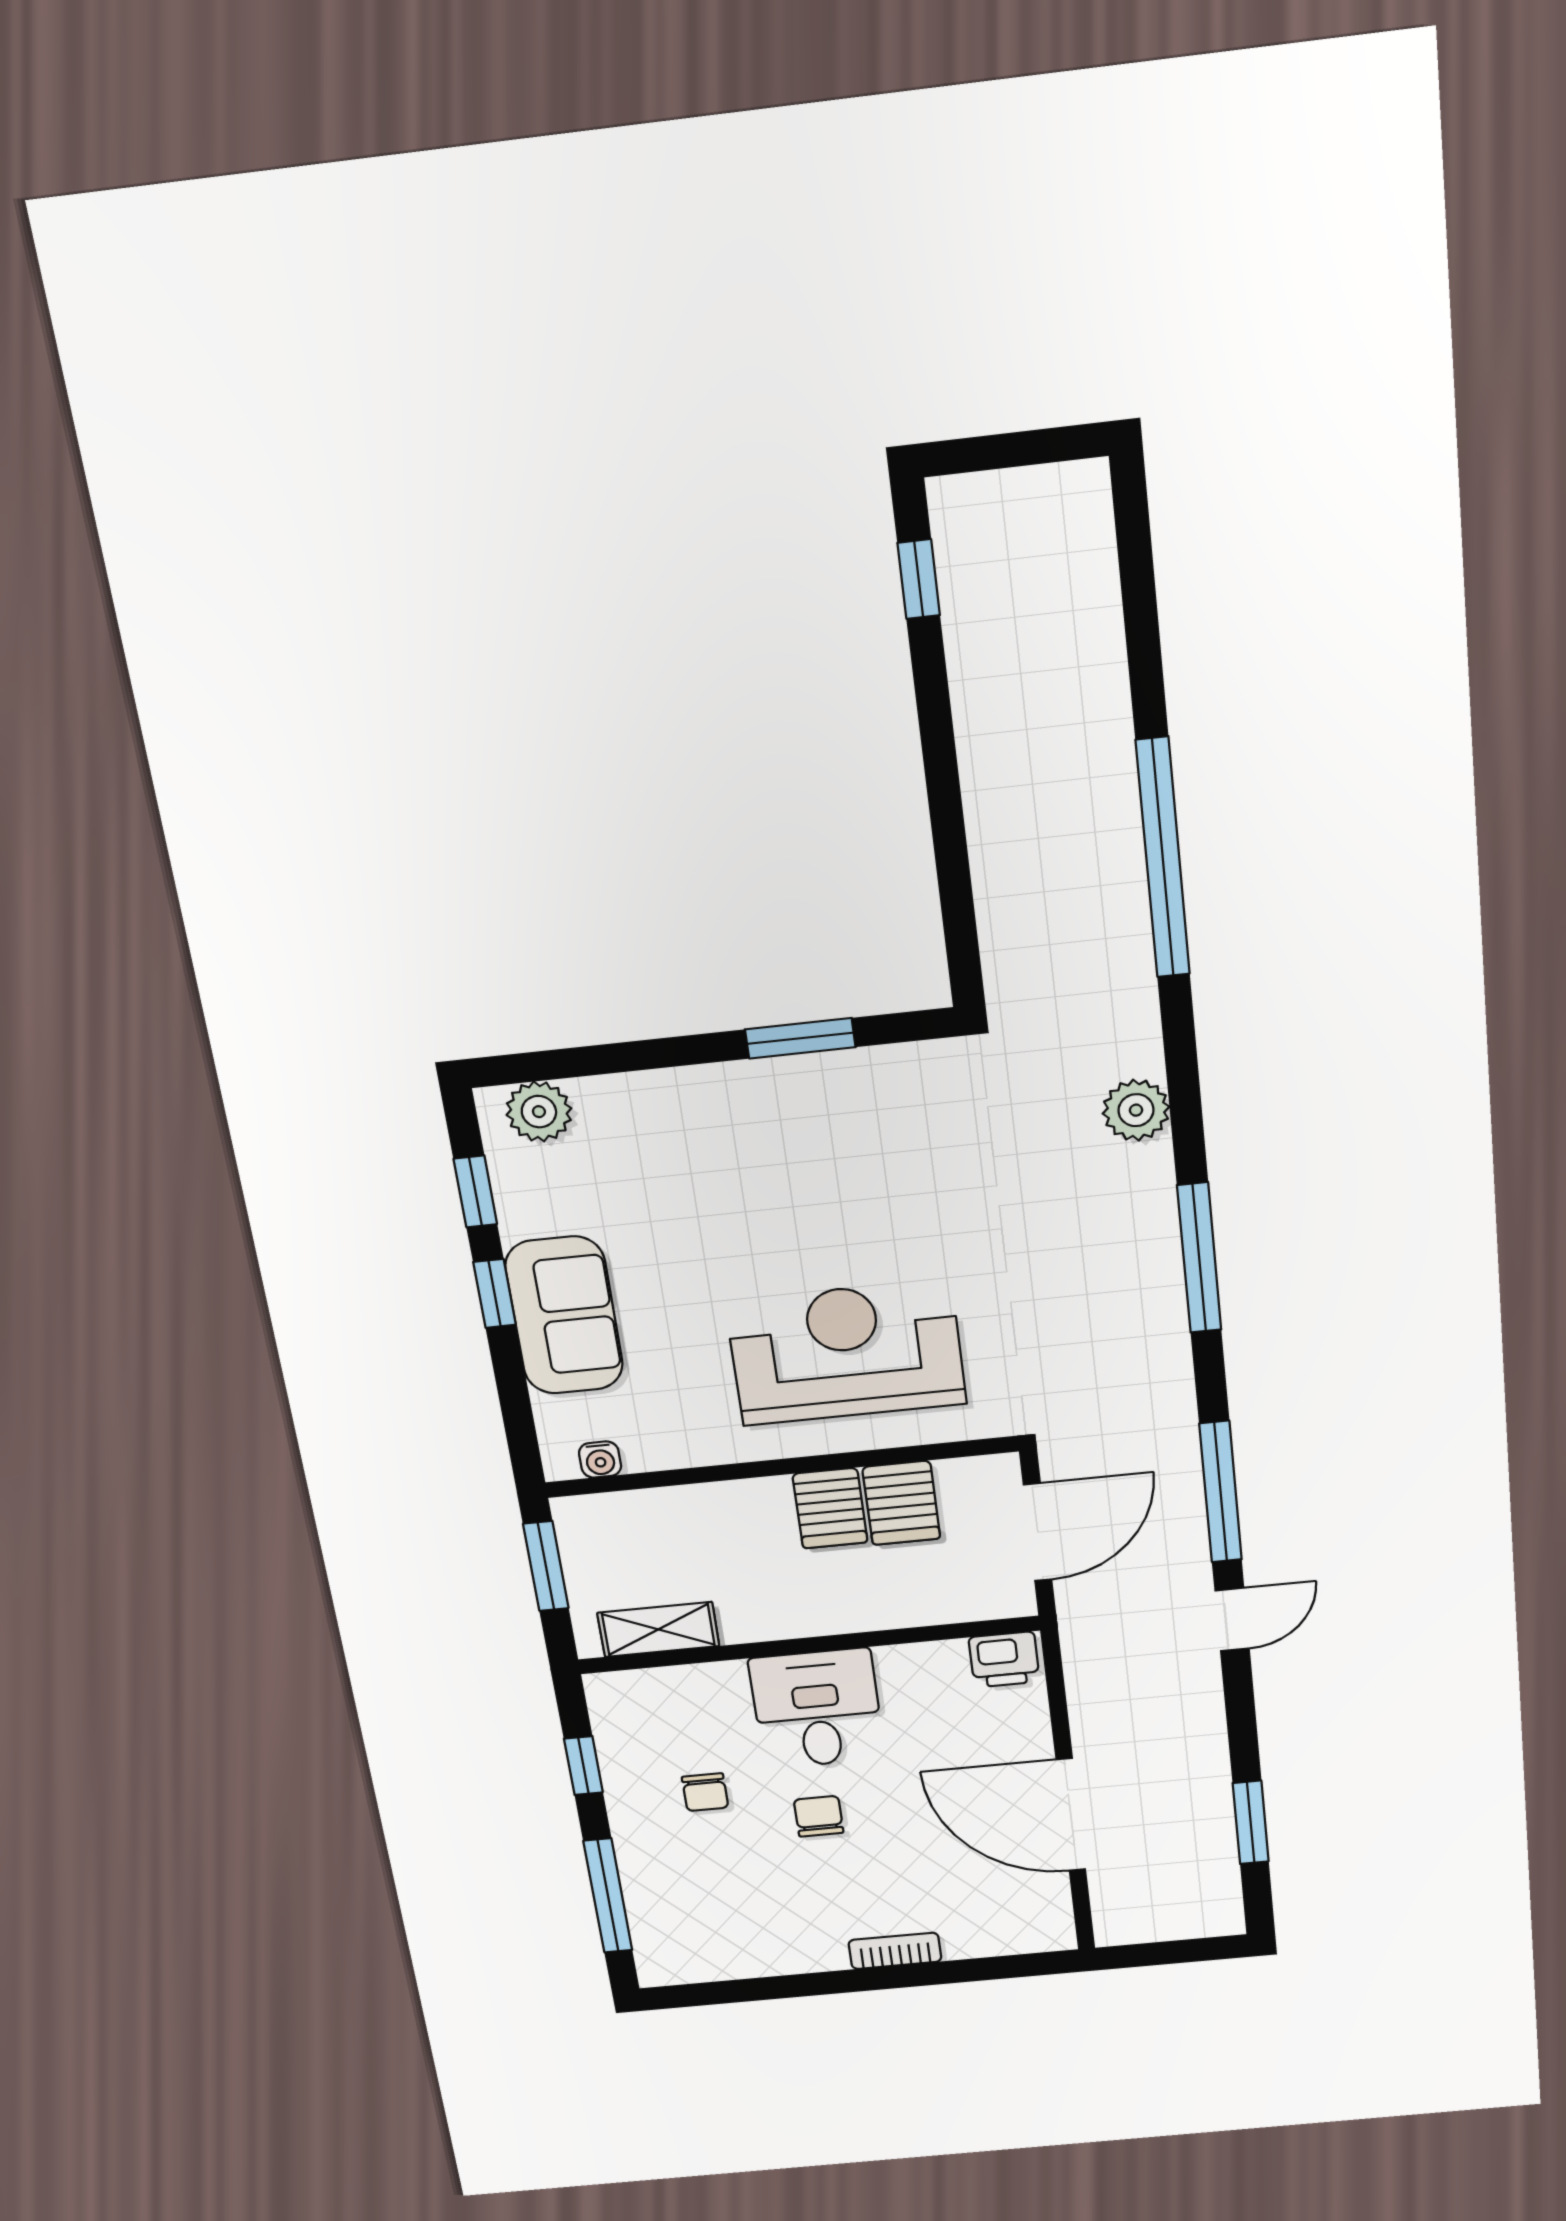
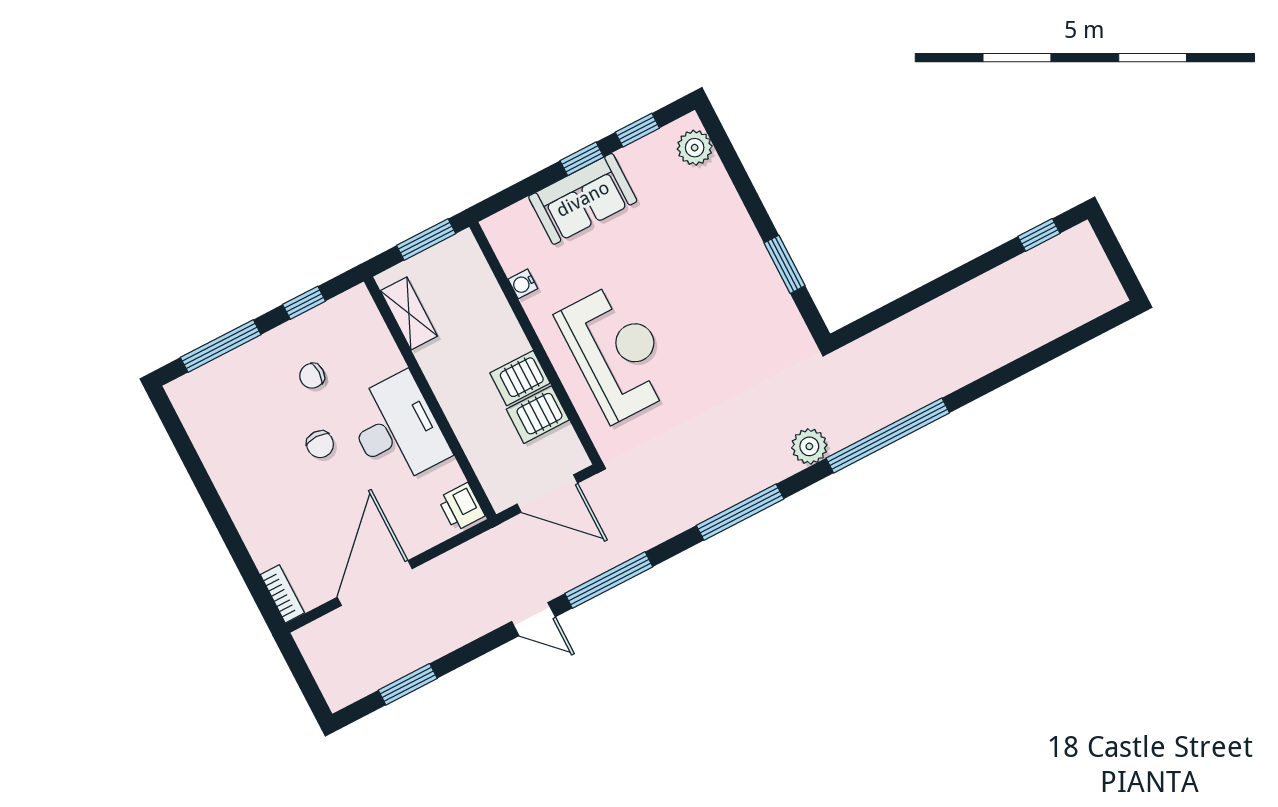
window: (1163, 858) -> (888, 436), moved
water cooler: (600, 1460) -> (523, 284), moved
desk: (817, 1709) -> (397, 429), width x1.37
chair: (819, 1816) -> (320, 444), turned 90
bookcase: (895, 1951) -> (282, 594), moved

